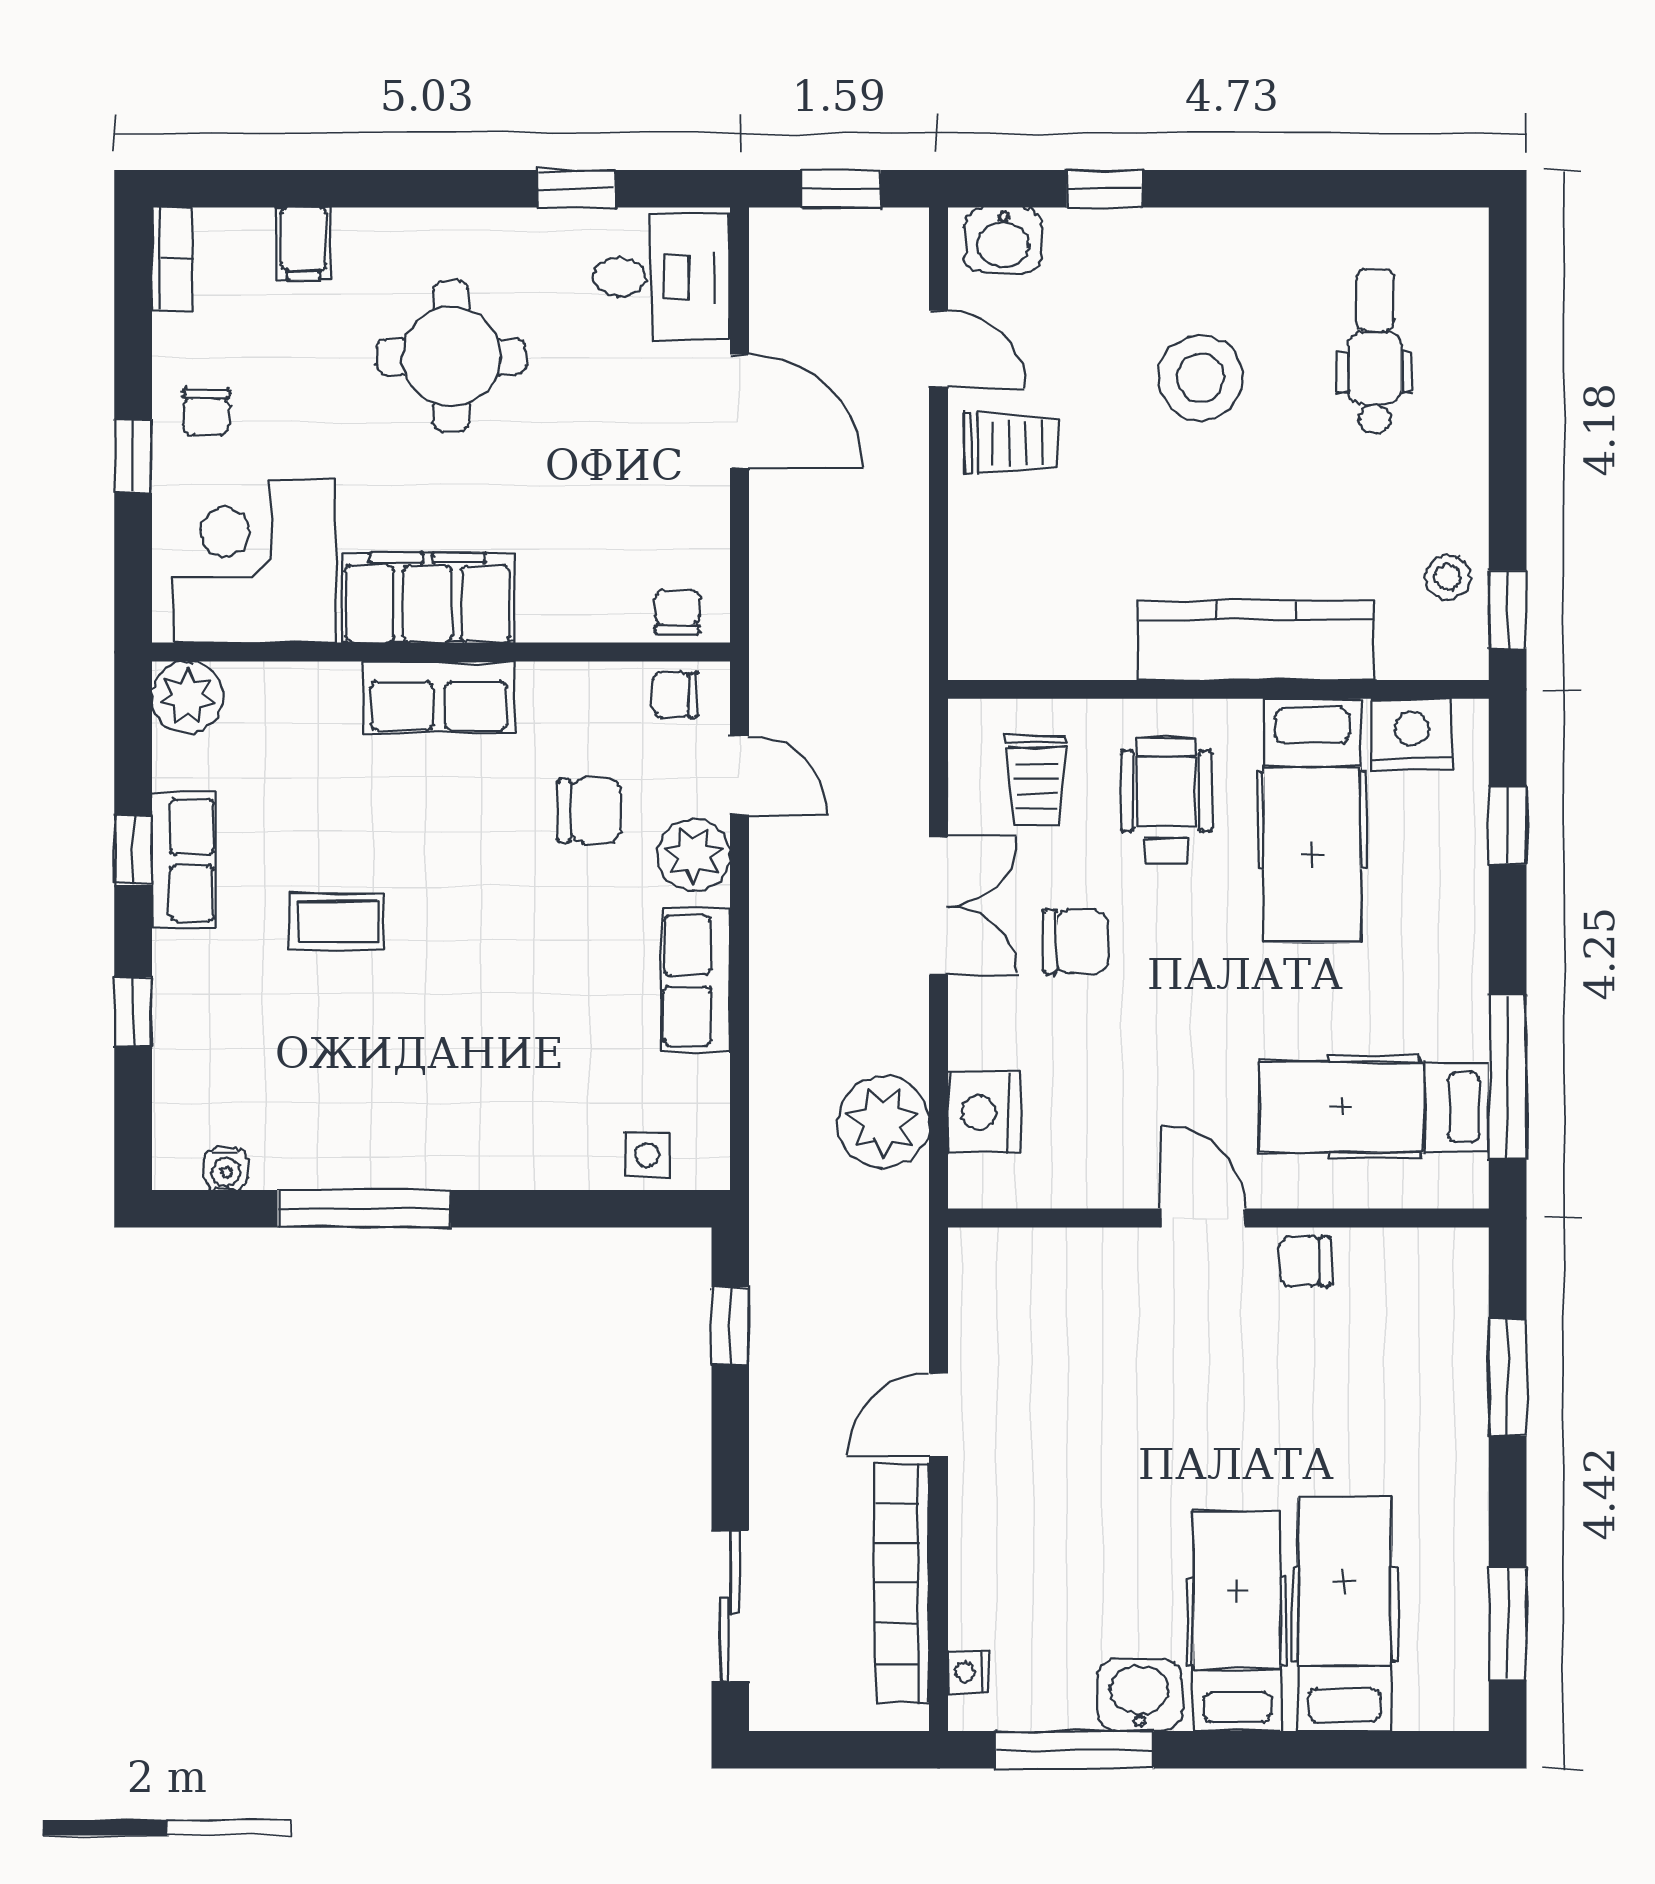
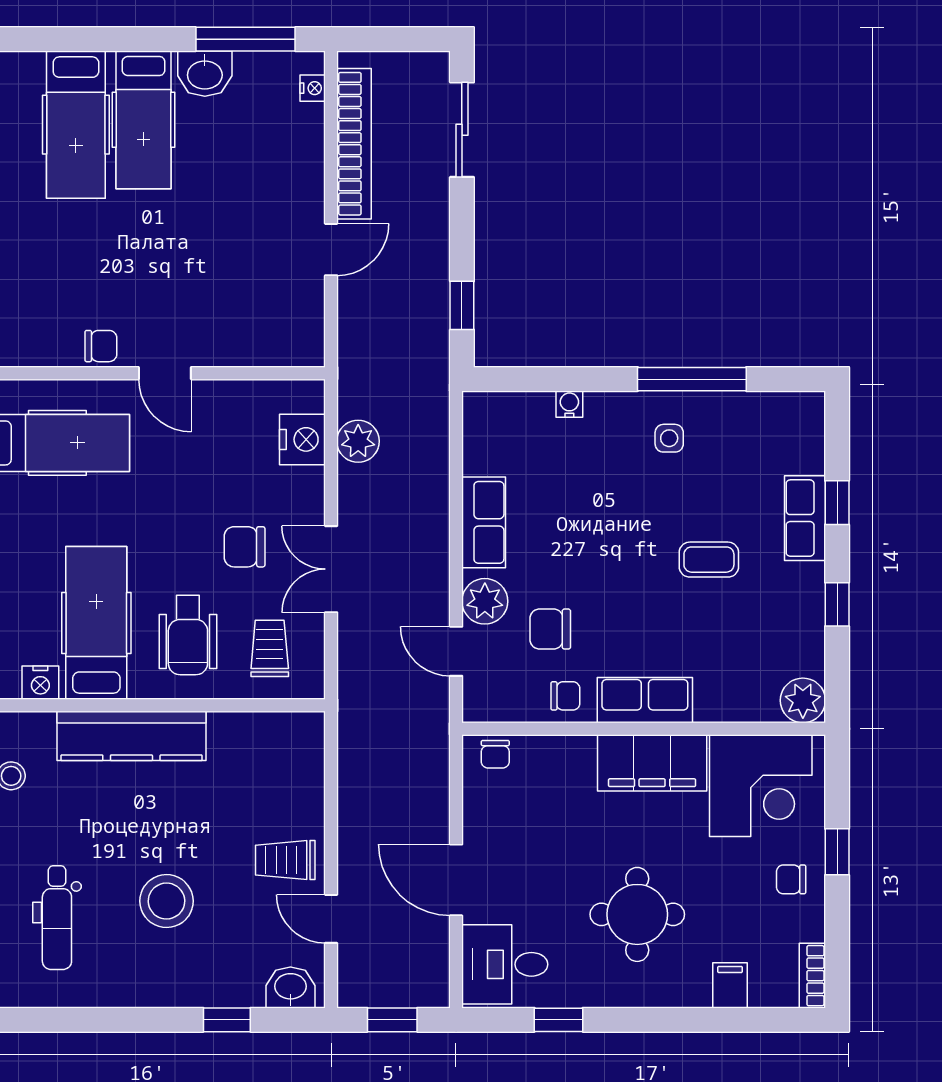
chair: (206, 412) -> (791, 879), turned -90
chair: (675, 695) -> (565, 696), moved
nightstand: (1412, 734) -> (40, 683), width x0.74, depth x0.75
row of seats: (184, 860) -> (805, 518), moved
plant: (883, 1122) -> (358, 441), width x0.73, depth x0.73
side table: (647, 1155) -> (669, 438), moved
water cooler: (226, 1169) -> (569, 404), moved

